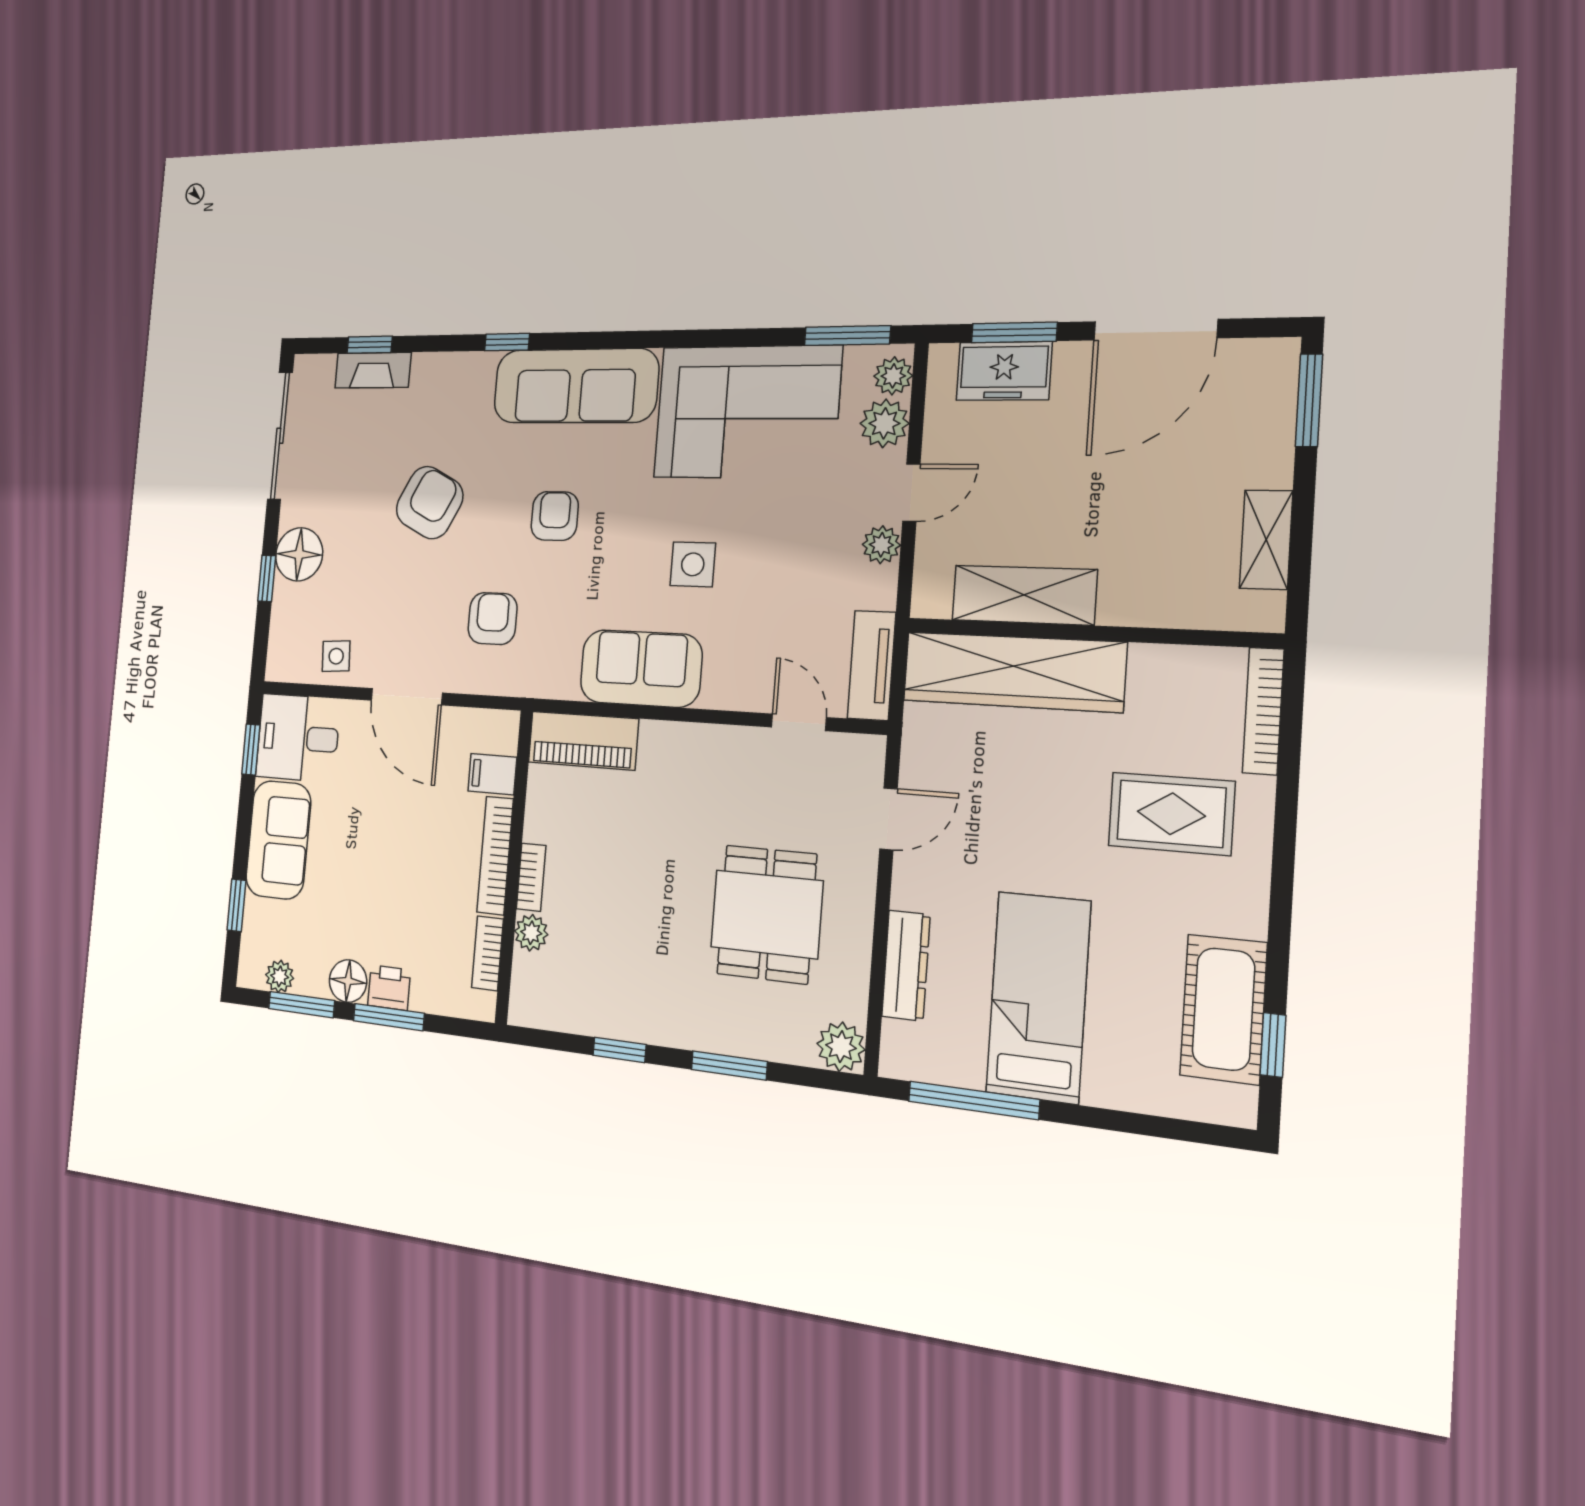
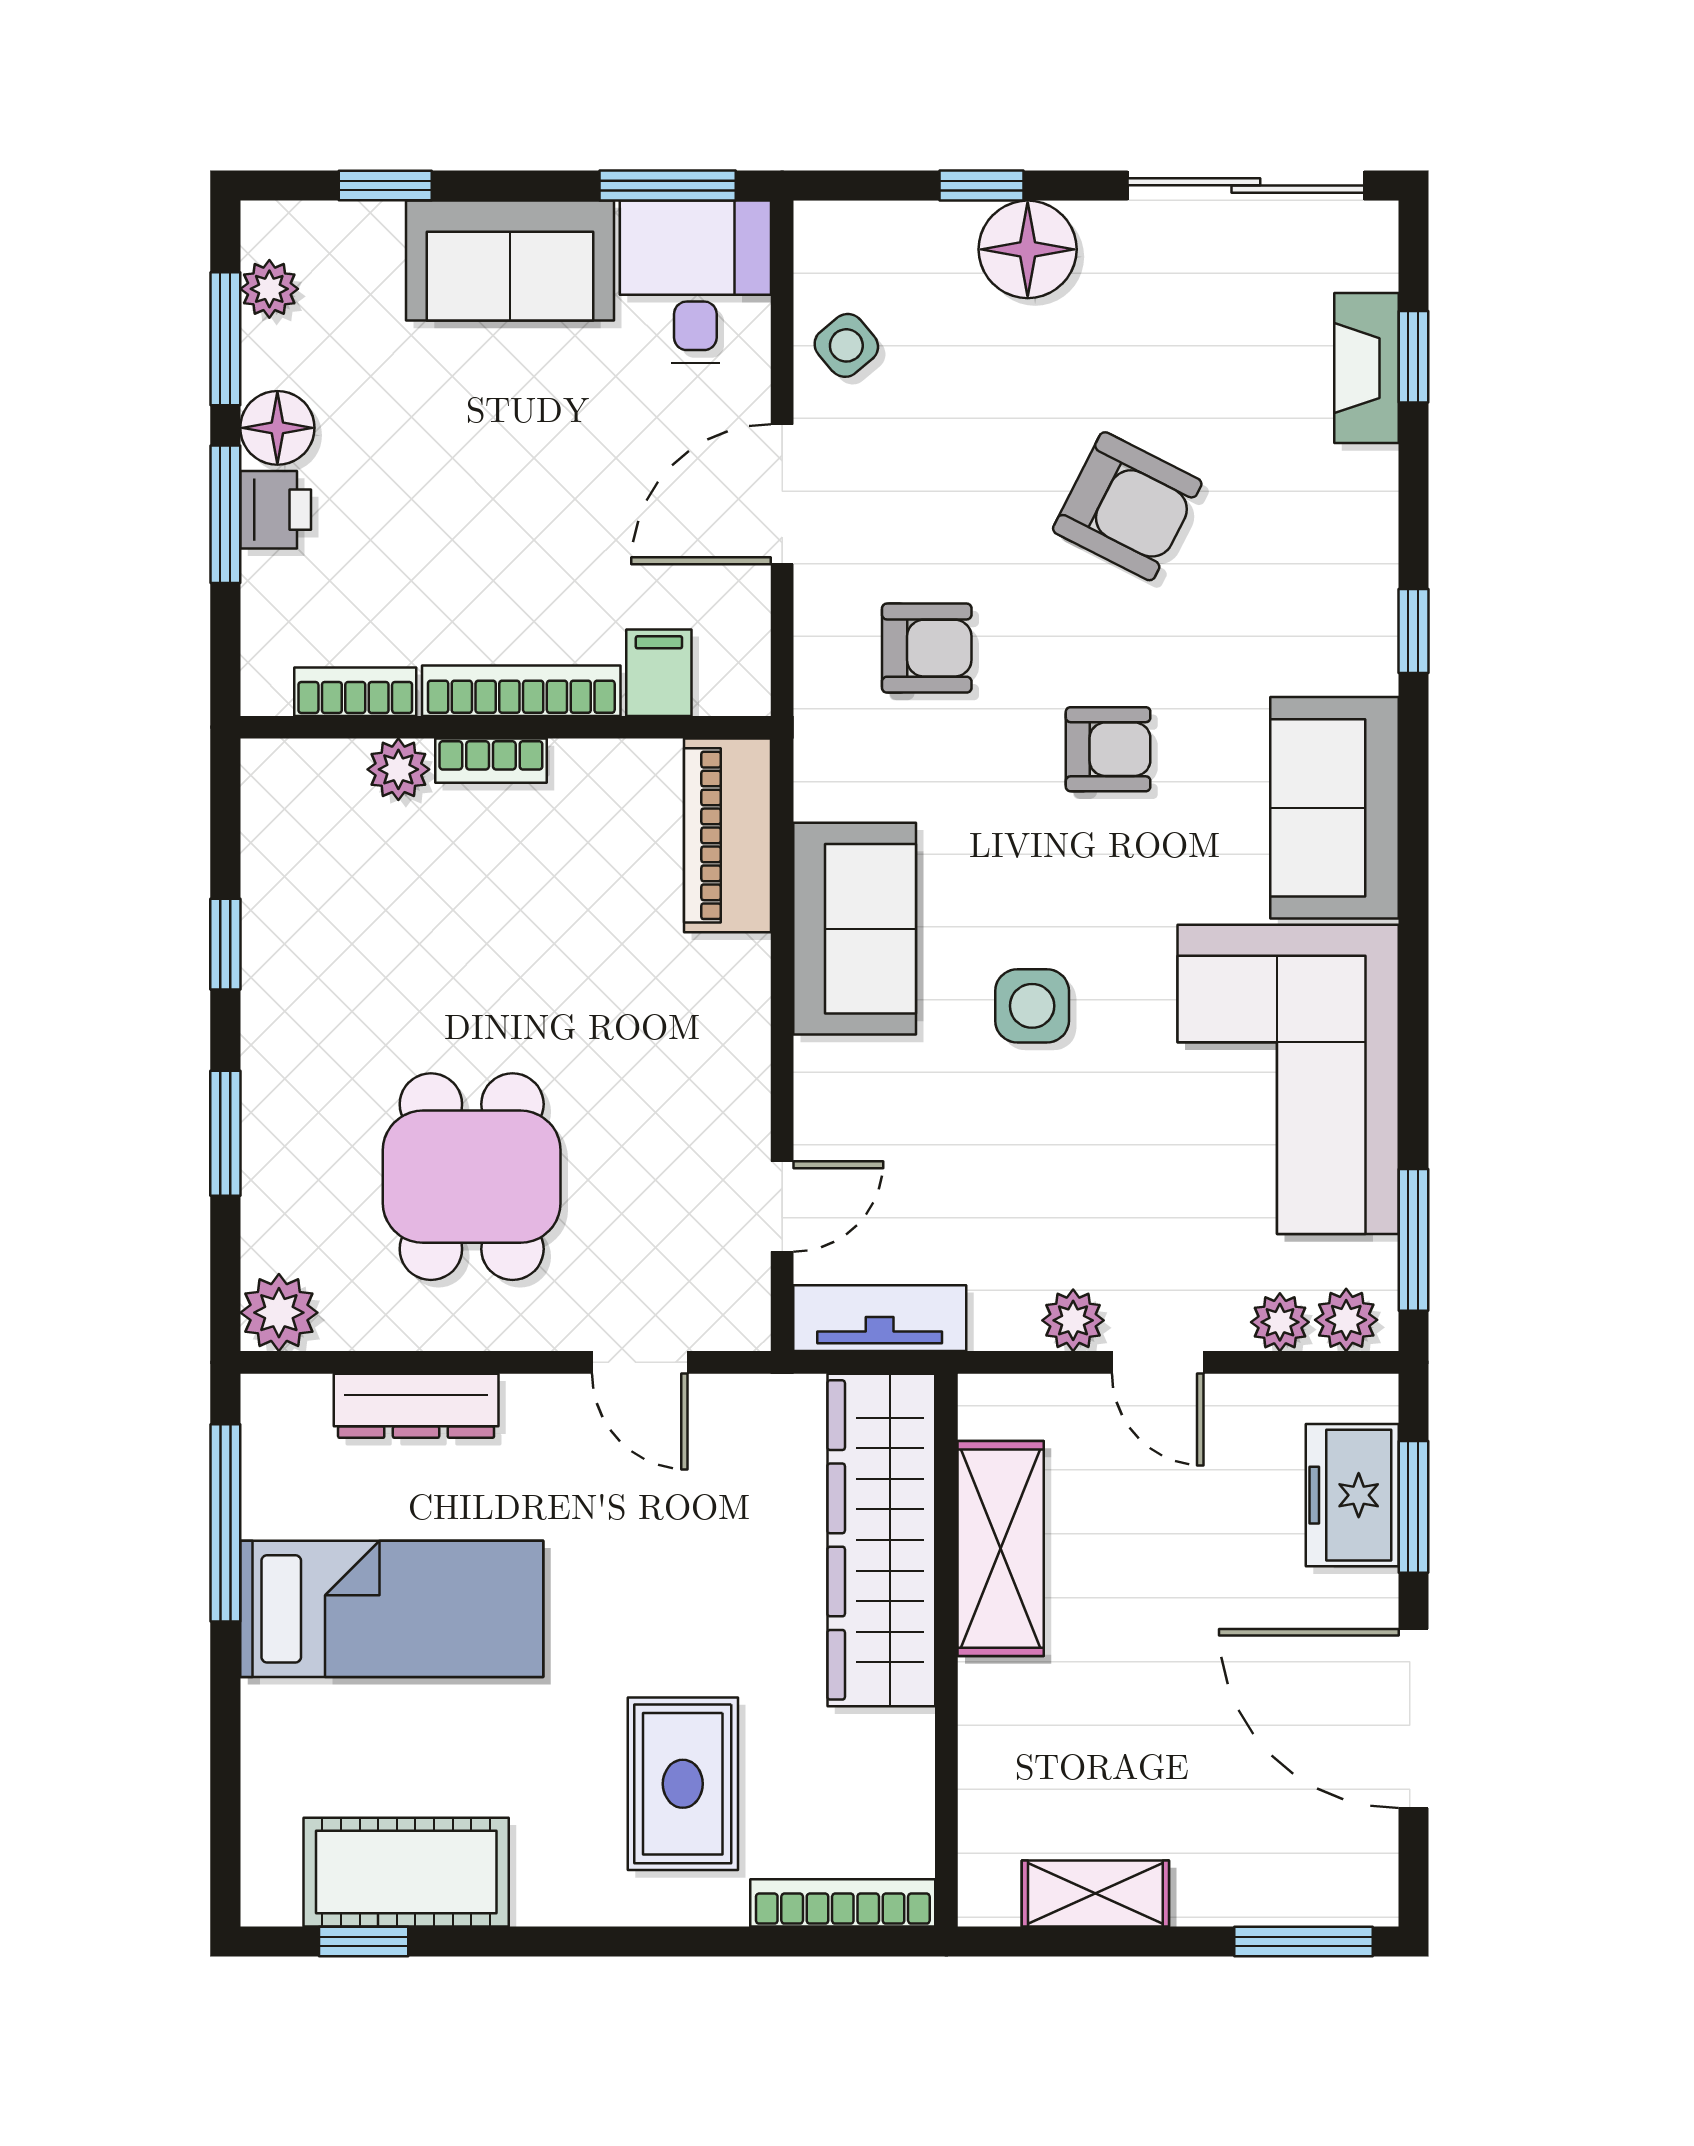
sofa: (575, 386) -> (1334, 808), width x0.73
plant: (884, 423) -> (1280, 1322), width x0.73, depth x0.73
side table: (336, 656) -> (846, 345), turned -36
window: (251, 750) -> (668, 185), width x1.50
dining table: (767, 914) -> (472, 1177), turned 90

